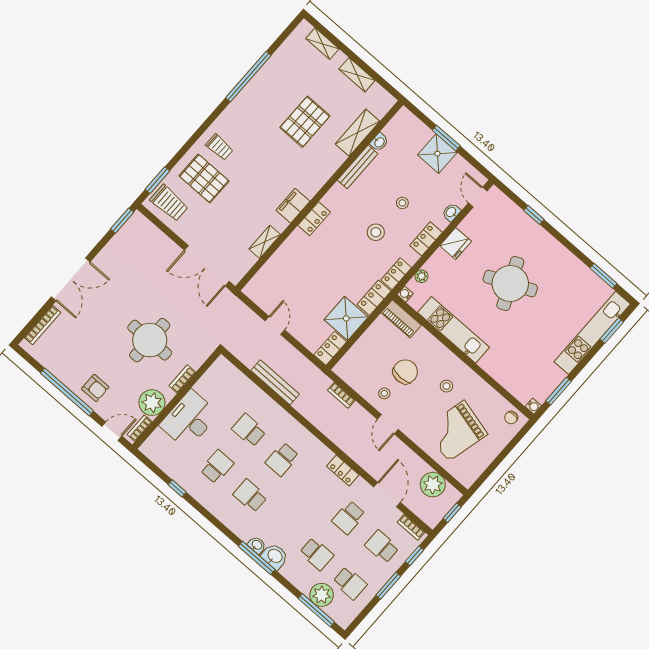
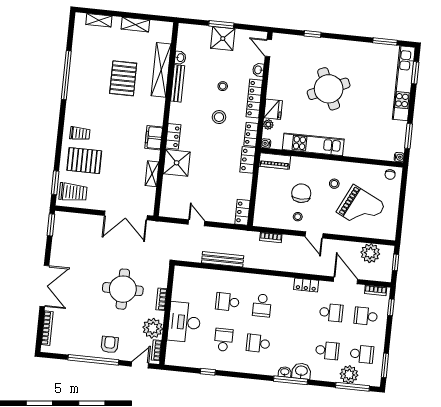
shelving: (358, 133) -> (161, 70), width x1.47
locker: (426, 239) -> (254, 98), width x1.53
fridge: (456, 243) -> (273, 109), moved
shower: (346, 318) -> (177, 163), moved
armchair: (95, 388) -> (110, 345), turned -90
grand piano: (456, 431) -> (361, 208), turned -78
school desk: (349, 517) -> (331, 313), turned -90
window: (388, 586) -> (385, 365), moved

